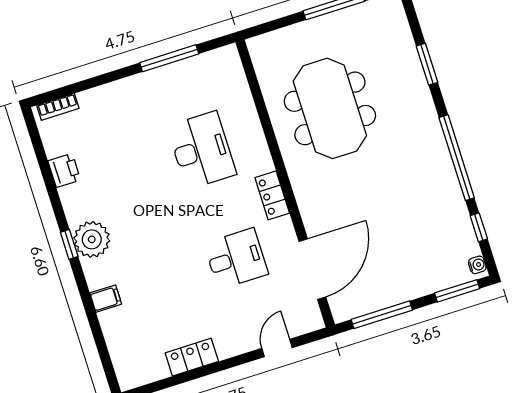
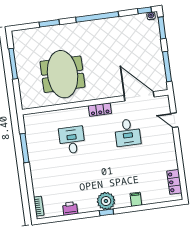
meeting table: (330, 108) -> (62, 74), turned 90
desk: (202, 150) -> (72, 140), width x0.73
window: (479, 227) -> (145, 10), moved
desk: (236, 259) -> (128, 133), turned 180
locker: (192, 357) -> (174, 182), moved

